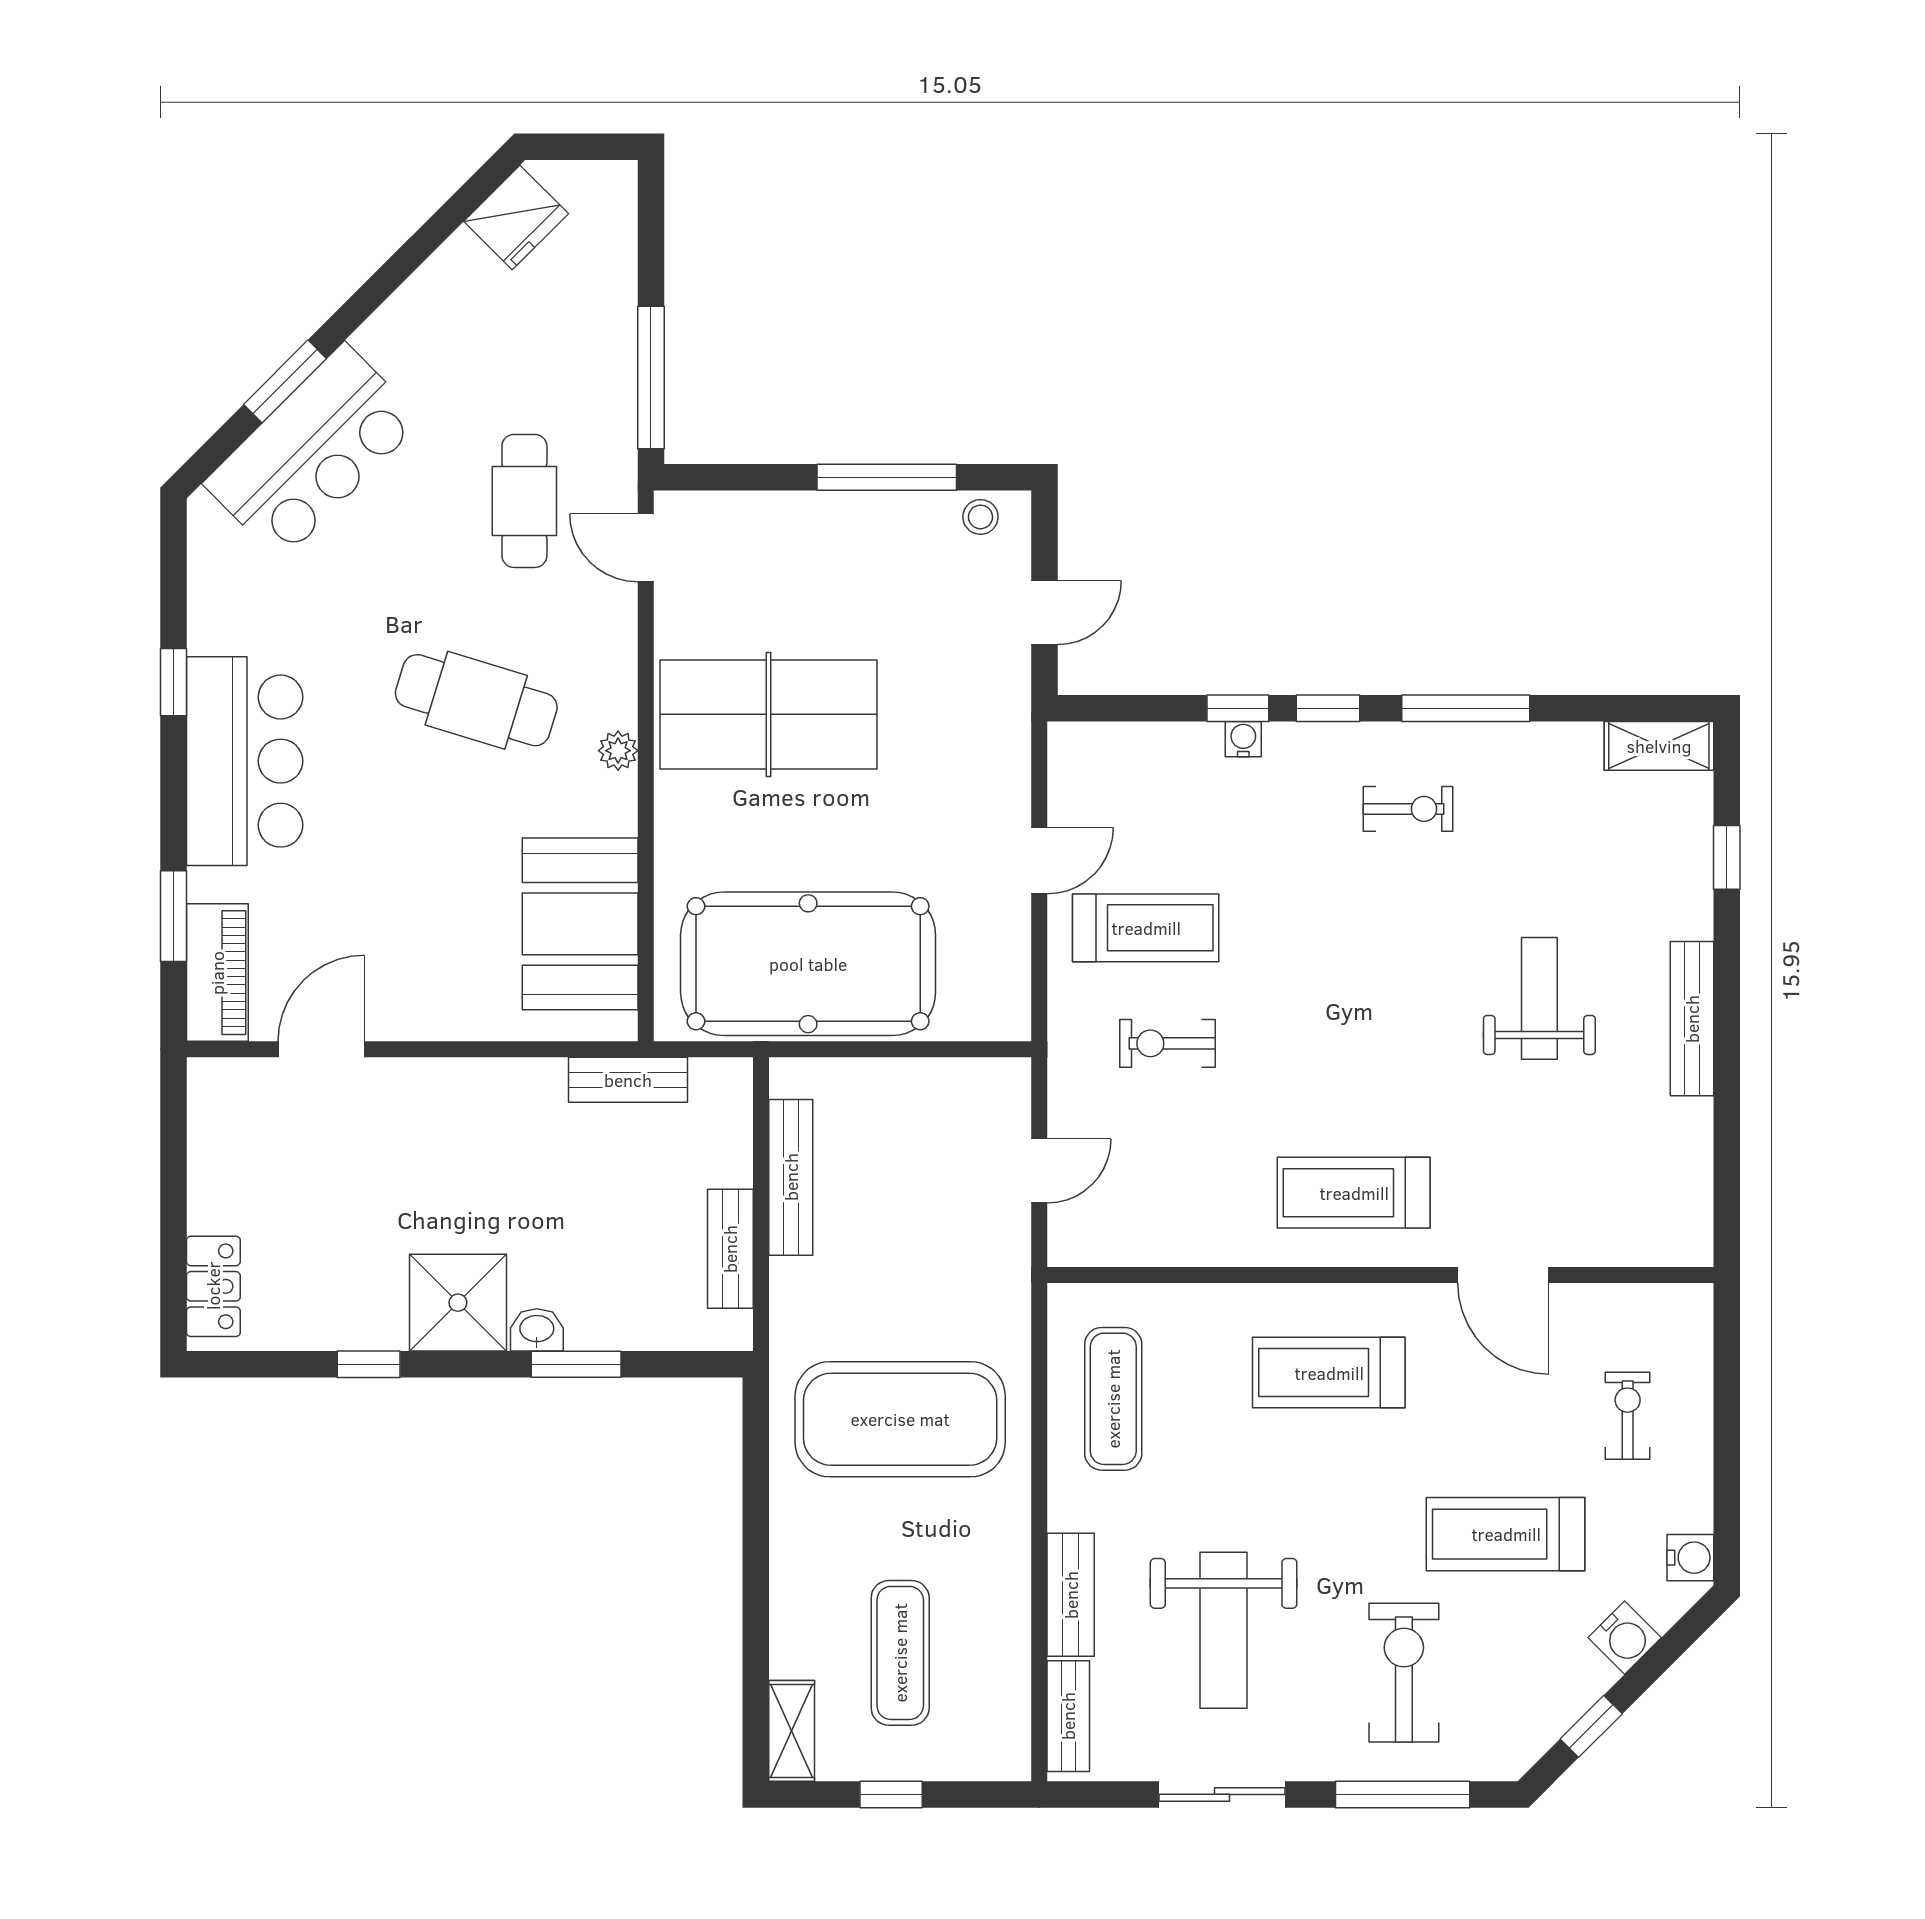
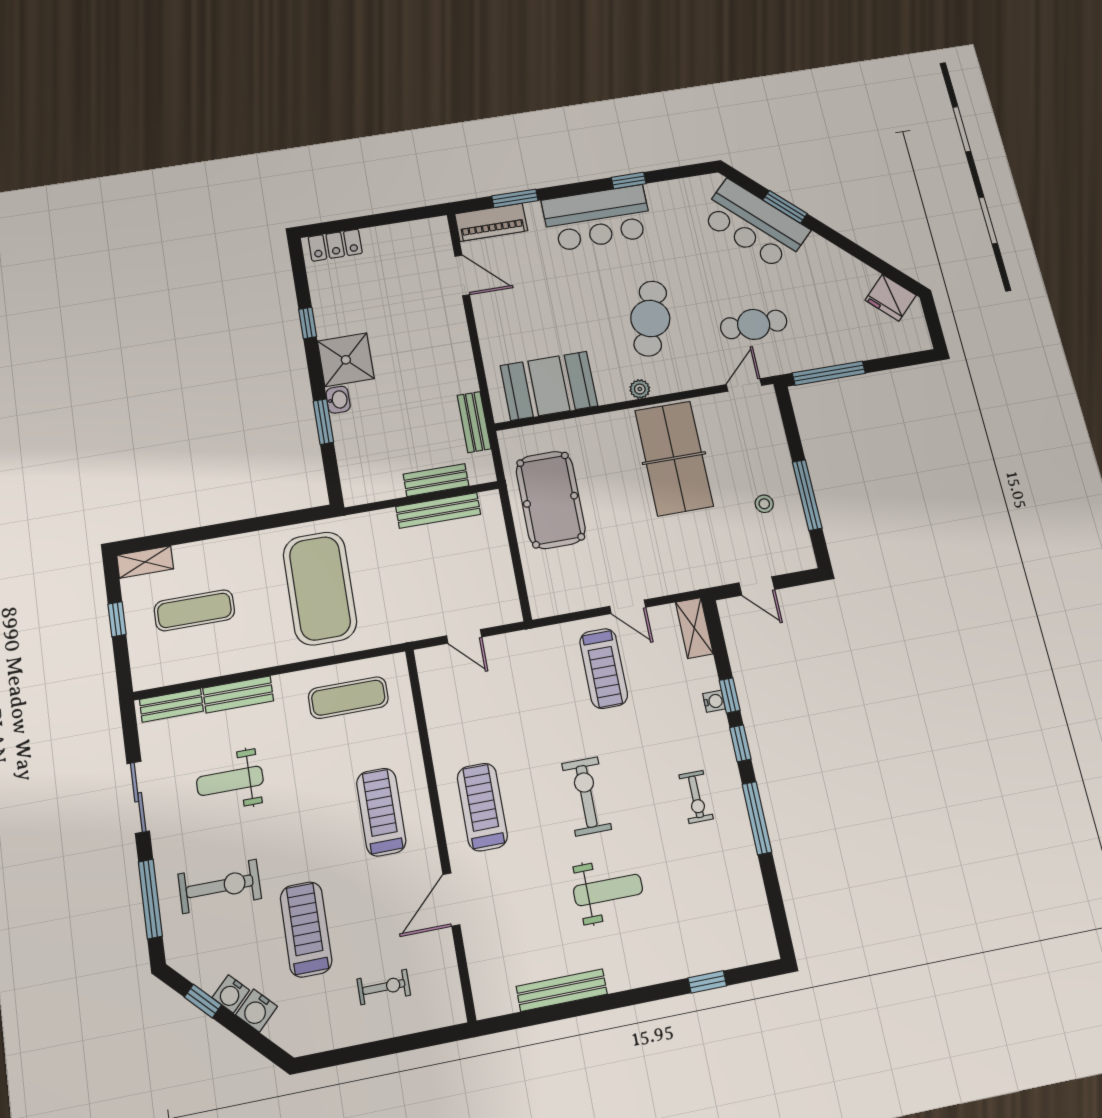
stool: (980, 517) -> (764, 504), moved
shelving: (1659, 746) -> (694, 628), moved
pool table: (808, 964) -> (551, 500), width x0.73, depth x0.76
bench: (1692, 1019) -> (562, 990), moved
exercise bike: (1167, 1043) -> (587, 796), moved, width x1.38, depth x1.39
bench: (730, 1249) -> (436, 480), moved
water cooler: (1690, 1558) -> (231, 994), moved, turned 45
weight bench: (1224, 1630) -> (230, 781), width x0.73, depth x0.75

